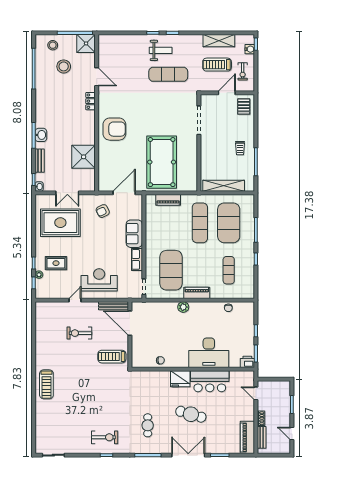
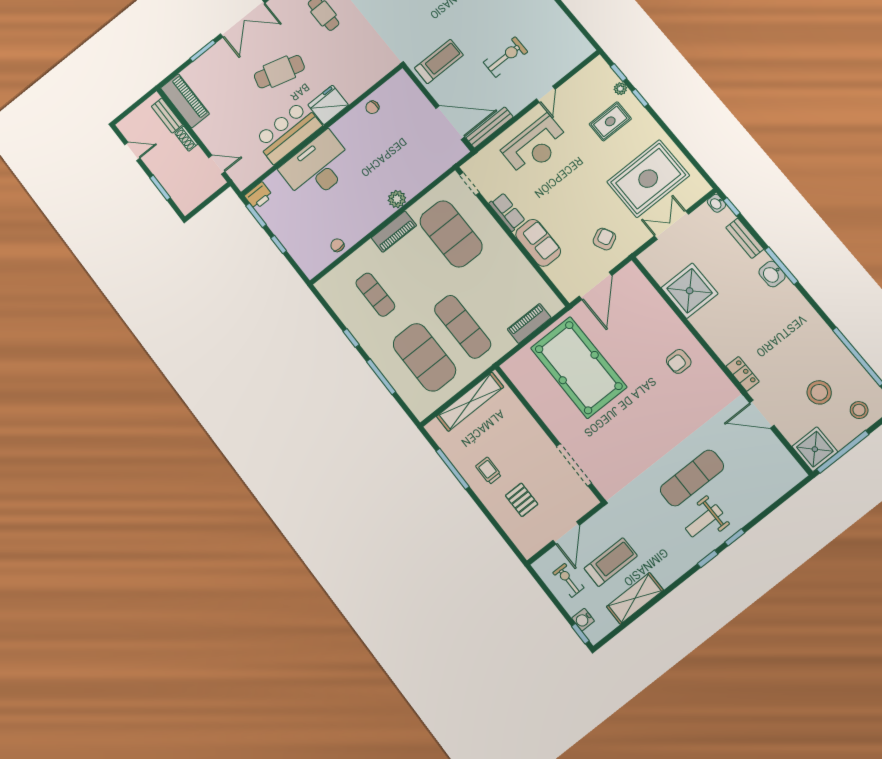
exercise mat: (168, 74) -> (692, 478), moved
pallet: (244, 107) -> (522, 500), moved
armchair: (114, 129) -> (679, 361), width x0.53, depth x0.53

